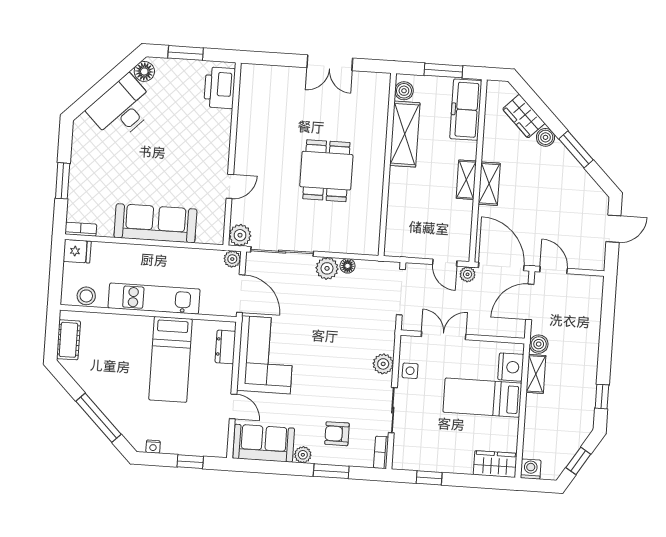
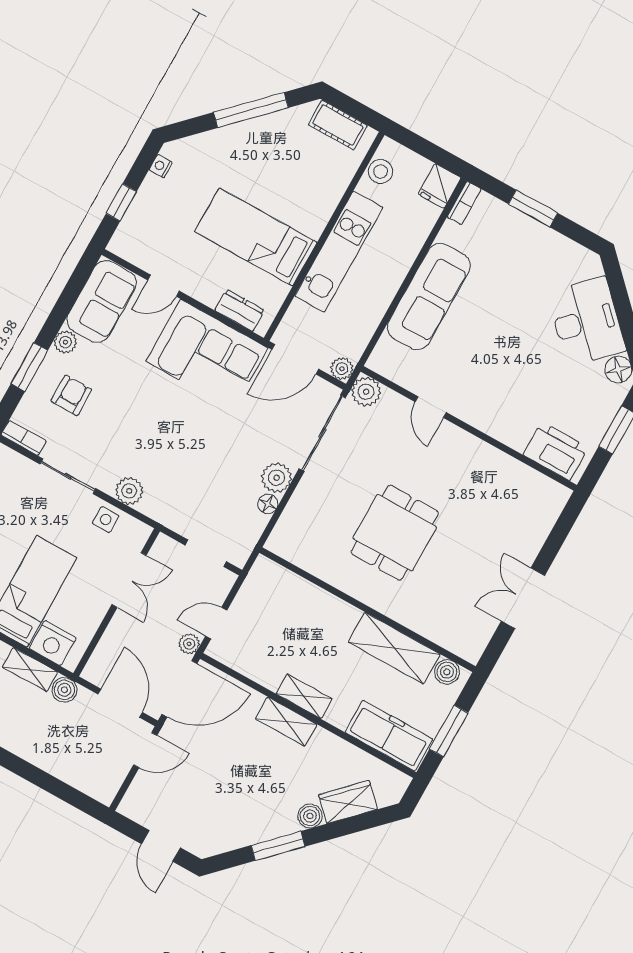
dining table: (326, 171) -> (395, 533), turned 90
doorway: (401, 292) -> (206, 553), width x0.73
window: (99, 418) -> (251, 110), moved

